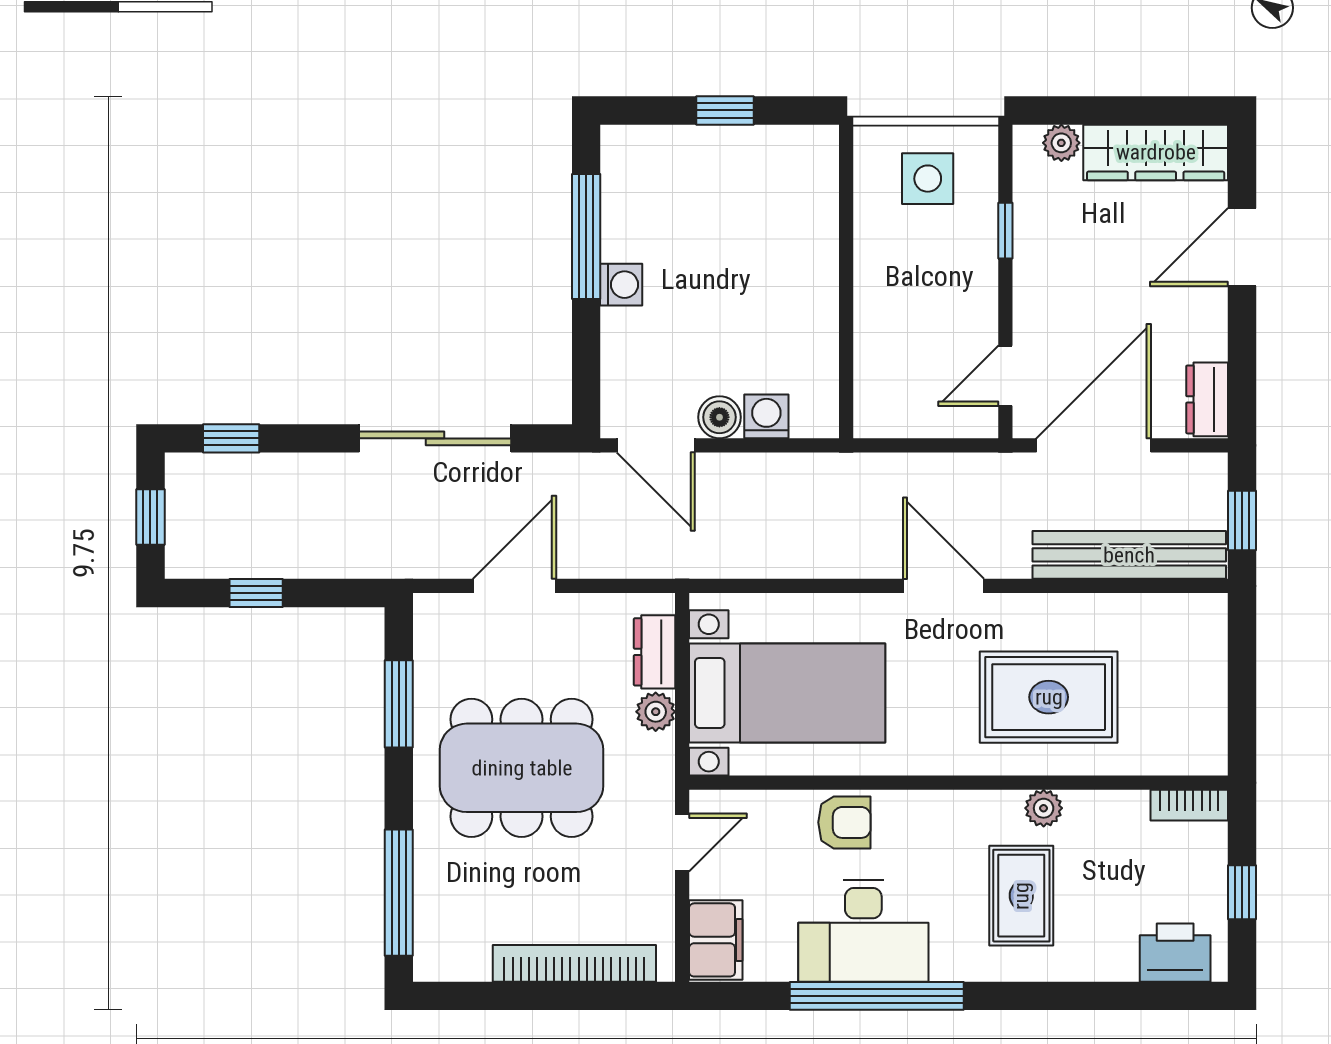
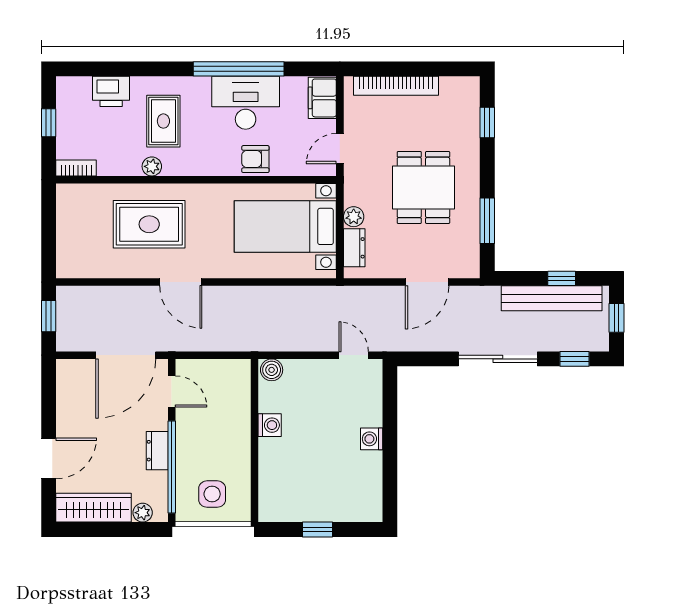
window: (1005, 231) -> (172, 467), width x3.17
window: (586, 236) -> (390, 464), removed
door: (1005, 376) -> (172, 391), hinge flipped
dresser: (1207, 399) -> (157, 451), moved, turned 180
washing machine: (766, 416) -> (270, 425), moved, turned -90
boiler: (719, 417) -> (272, 370), moved
sliding door: (435, 438) -> (498, 359), moved
door: (656, 445) -> (354, 355), width x0.73
bench: (1129, 555) -> (552, 298), moved
door: (944, 586) -> (181, 282), moved
dining table: (522, 768) -> (423, 187), width x0.73
window: (399, 893) -> (487, 123), width x0.46
printer: (1175, 953) -> (111, 91), moved

